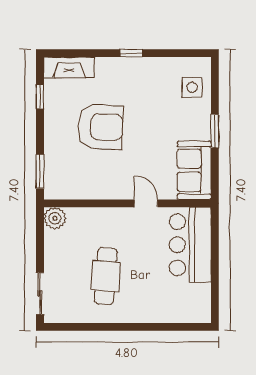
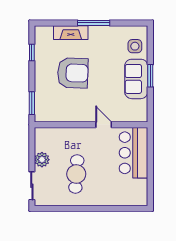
window: (131, 53) -> (94, 23), width x2.17
fireplace: (69, 67) -> (71, 33), moved
sofa: (194, 170) -> (136, 79), moved
plant: (55, 218) -> (42, 160), moved

